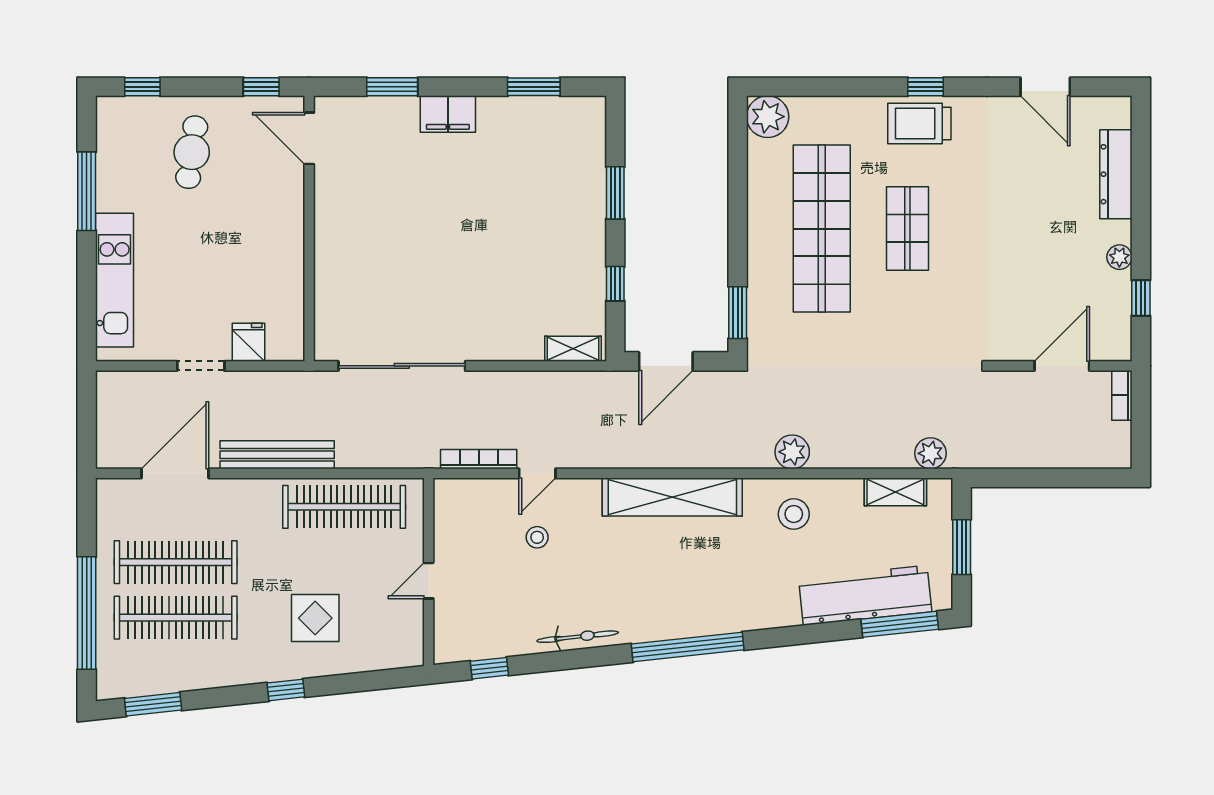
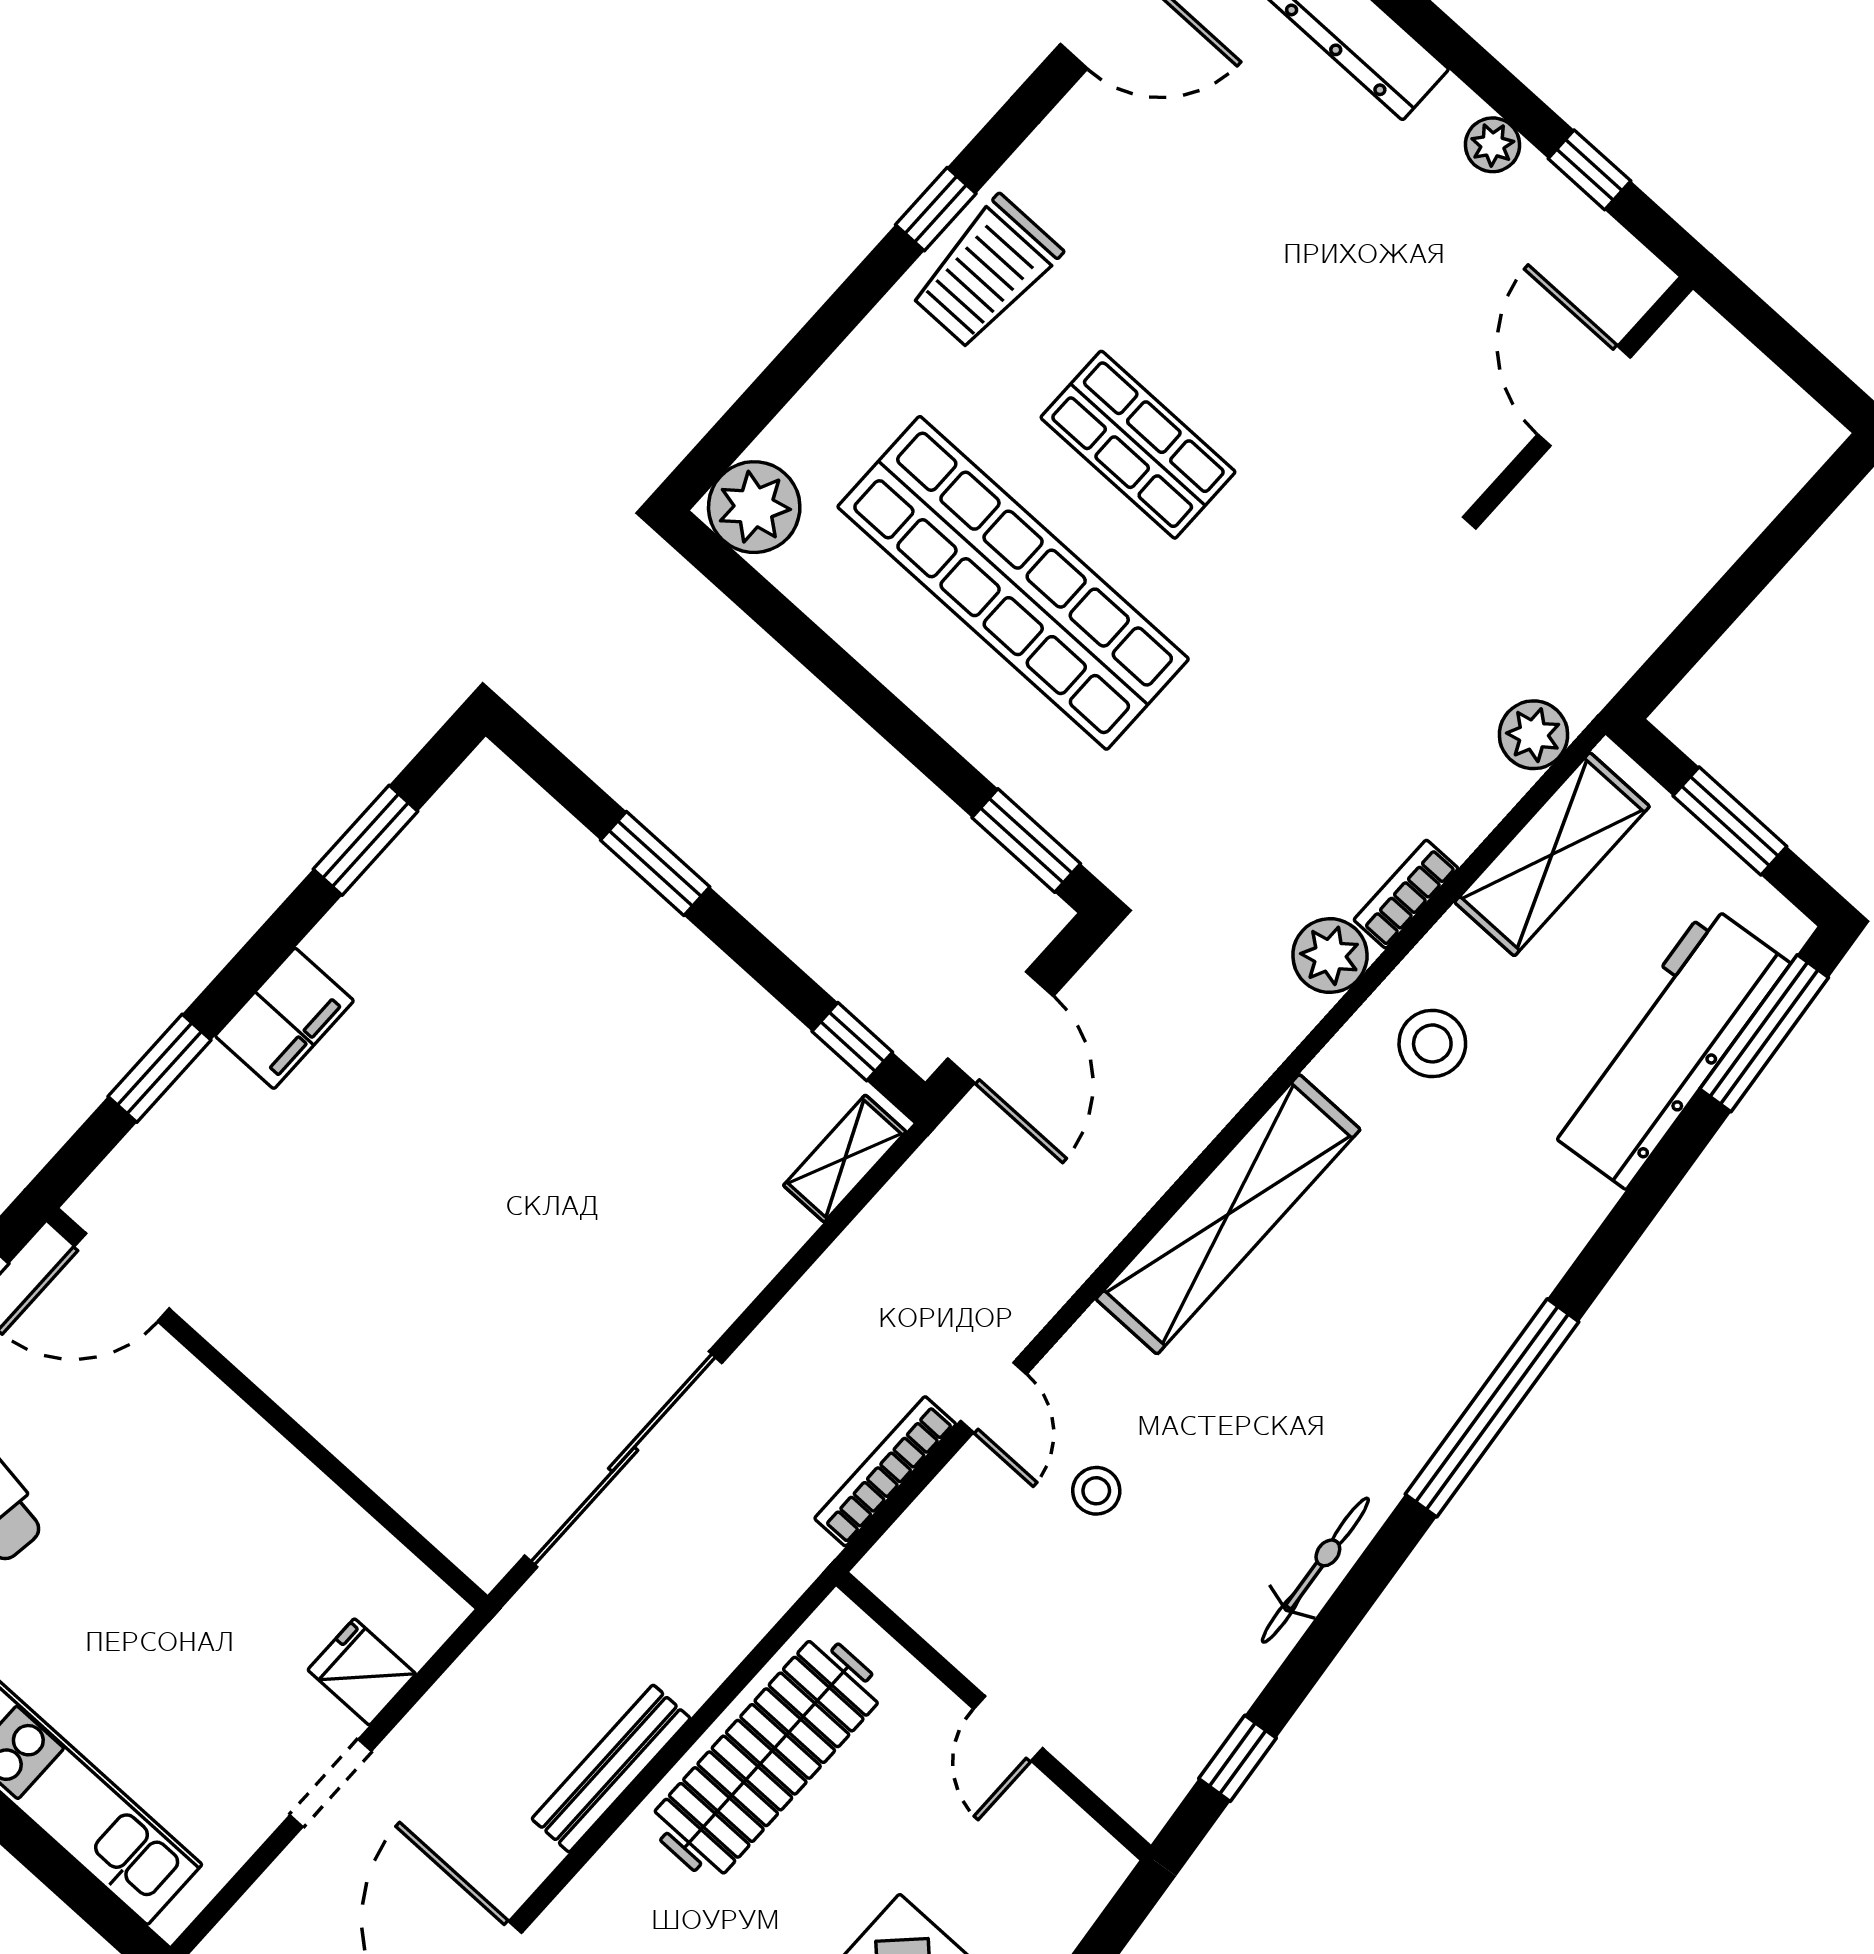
window: (615, 284) -> (852, 1042), moved
bookcase: (1122, 395) -> (1406, 894), moved, turned 90
bench: (277, 455) -> (611, 1769), width x0.73, depth x0.82
shelving: (895, 492) -> (1552, 854), width x1.50, depth x1.33

